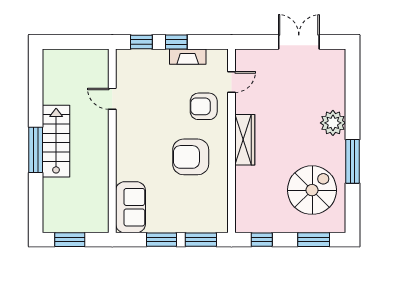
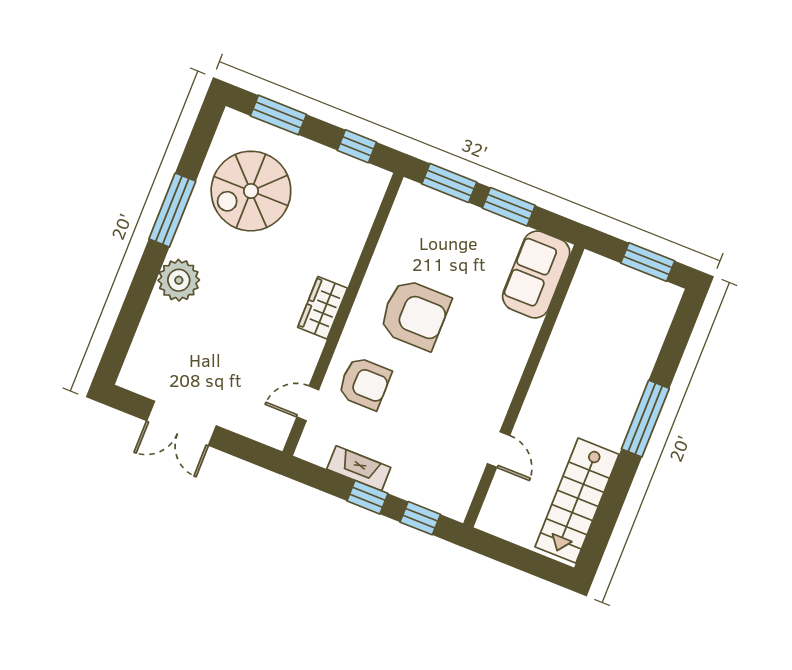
wardrobe: (245, 140) -> (323, 308), width x0.67
stairs: (56, 141) -> (577, 501), moved

